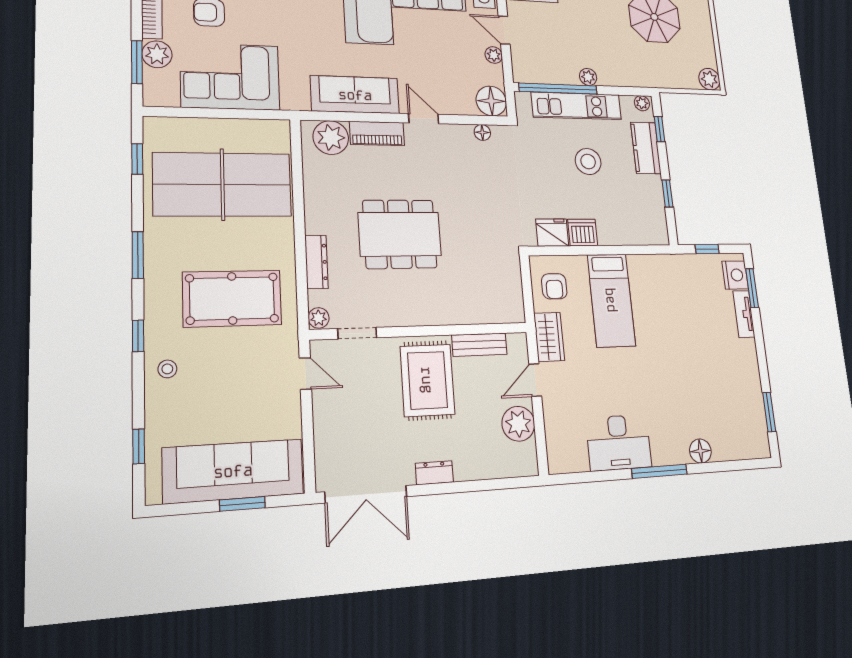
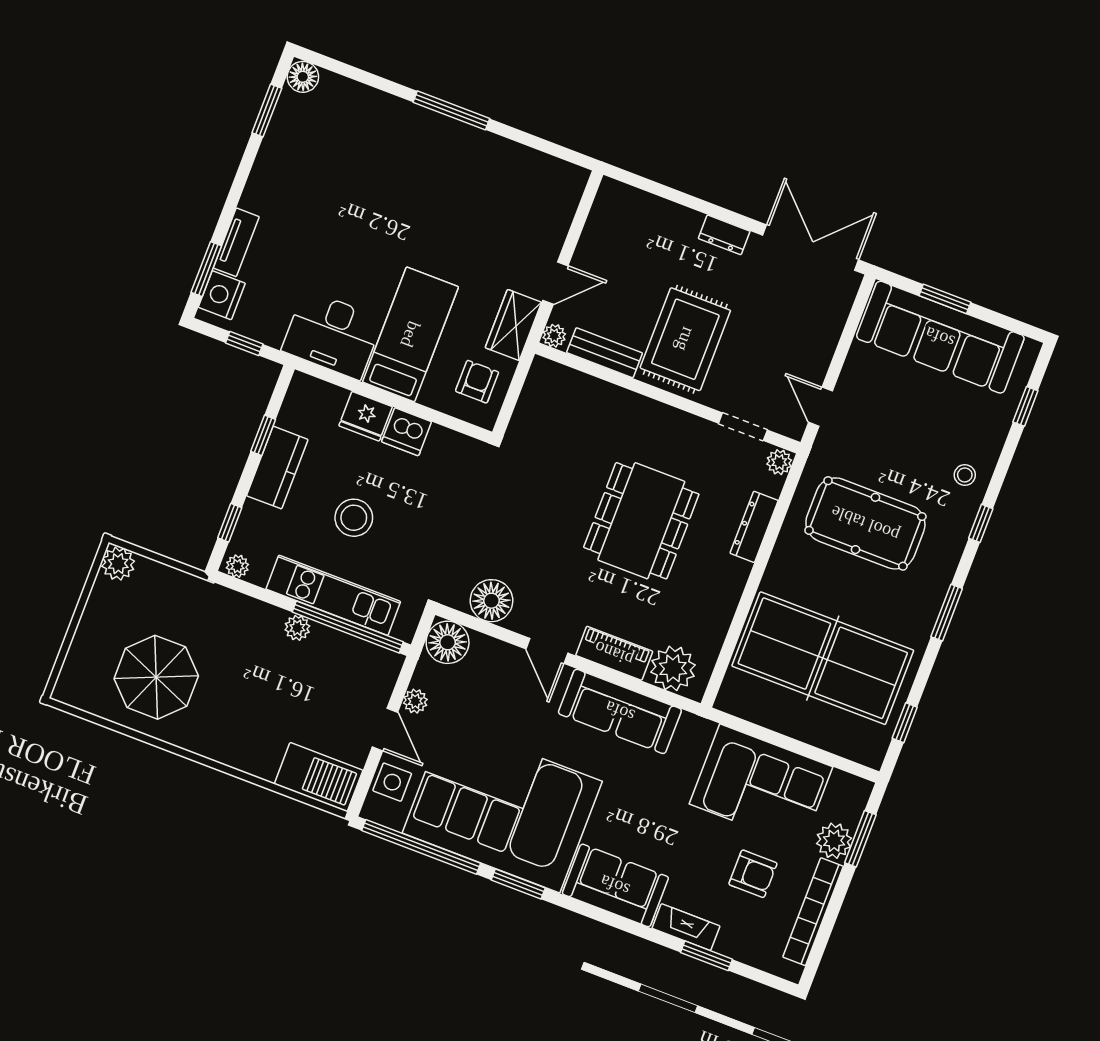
floor lamp: (482, 132) -> (491, 601), width x1.89, depth x1.89
kitchen counter: (646, 148) -> (277, 468), moved
fridge: (552, 233) -> (366, 416), moved
dining table: (400, 234) -> (641, 521), turned 90
plant: (518, 424) -> (554, 336), moved, width x0.53, depth x0.53
desk: (619, 442) -> (332, 335), moved, turned 180
floor lamp: (700, 451) -> (303, 77), moved

